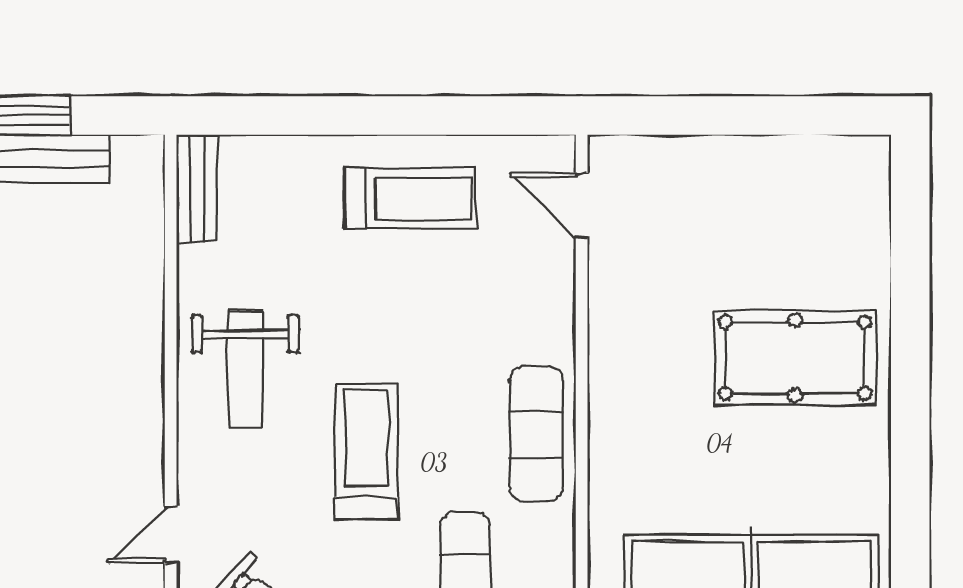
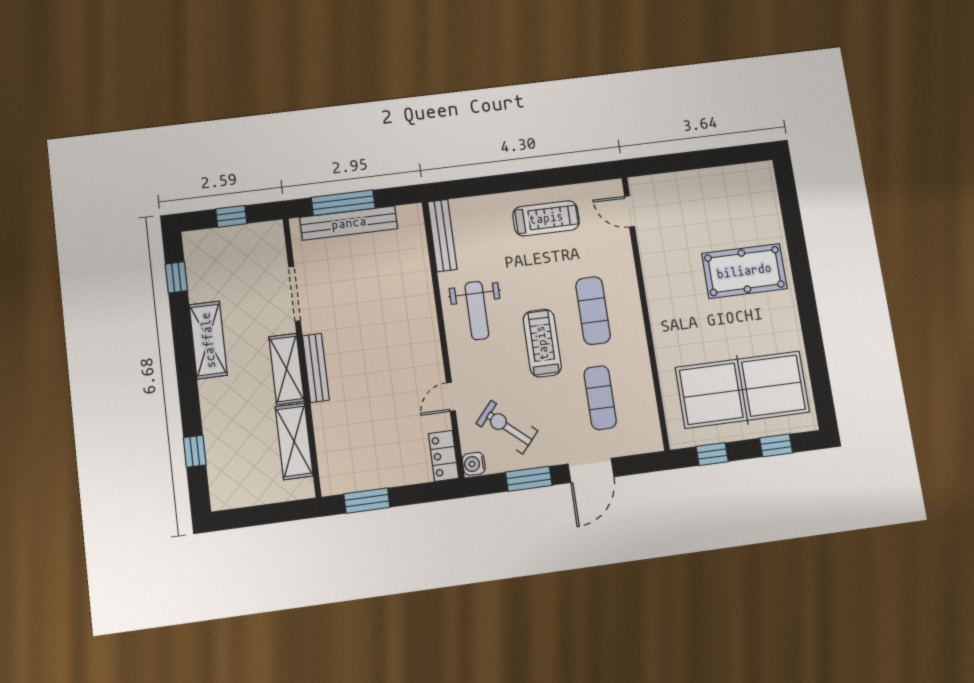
bench: (197, 188) -> (442, 235), width x1.36
exercise mat: (536, 434) -> (593, 311), moved

